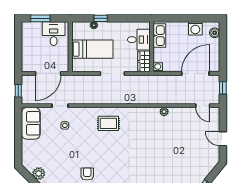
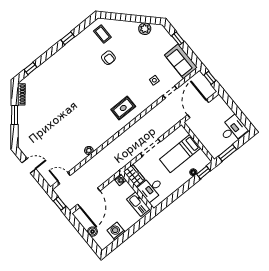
window: (40, 18) -> (227, 153), moved
window: (101, 18) -> (203, 172), moved
boiler: (215, 33) -> (92, 232), moved
desk: (54, 34) -> (233, 129), moved, turned -90
window: (18, 144) -> (178, 39), added

